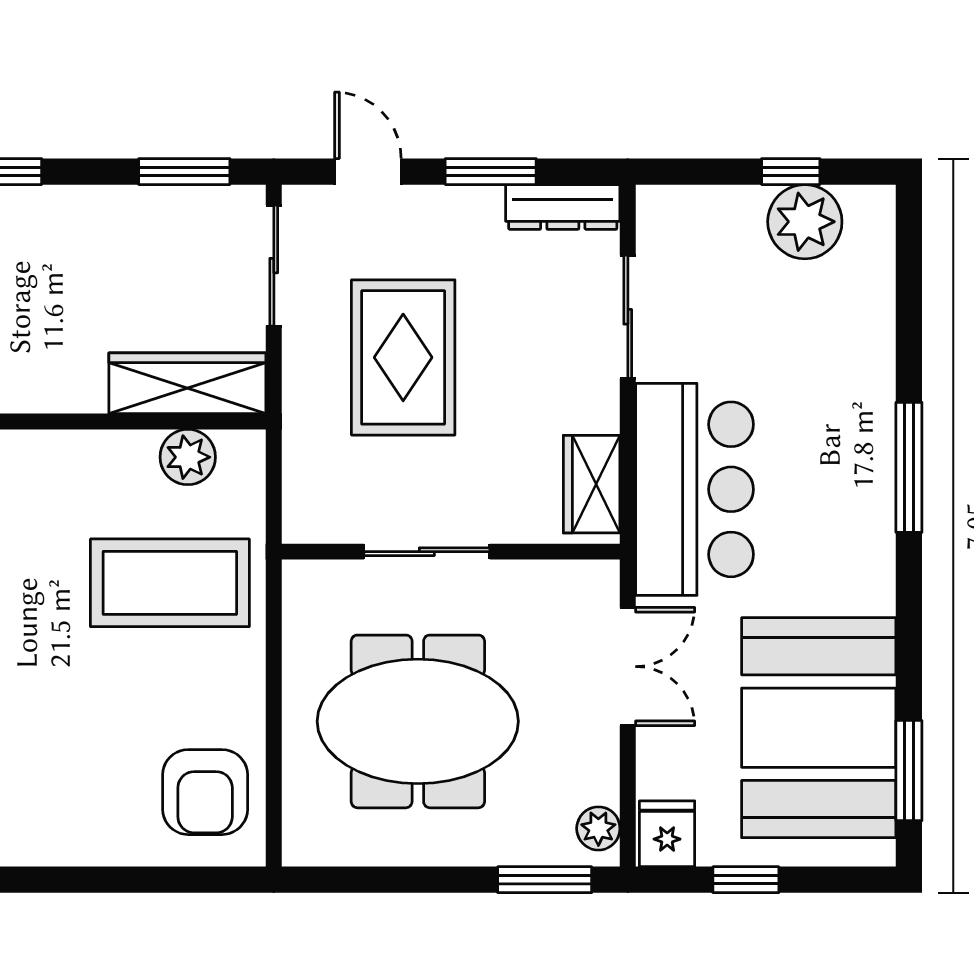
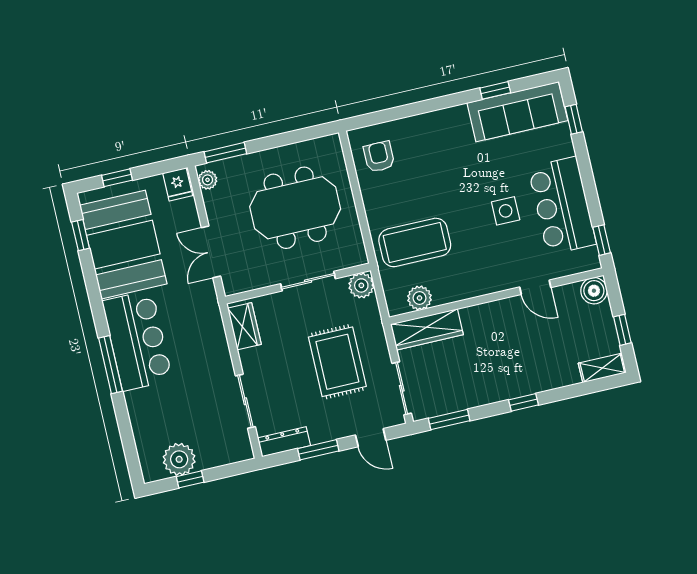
bar counter: (695, 489) -> (137, 340), moved, turned 180
plant: (311, 515) -> (361, 285), added
window: (909, 771) -> (81, 235), width x0.67
armchair: (205, 792) -> (379, 157), width x0.72, depth x0.72
window: (746, 880) -> (117, 178), moved

